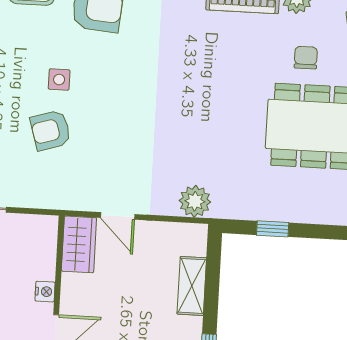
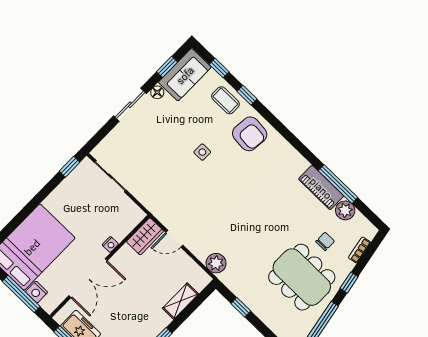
armchair: (51, 130) -> (178, 172), removed
door: (118, 216) -> (174, 239), hinge flipped

